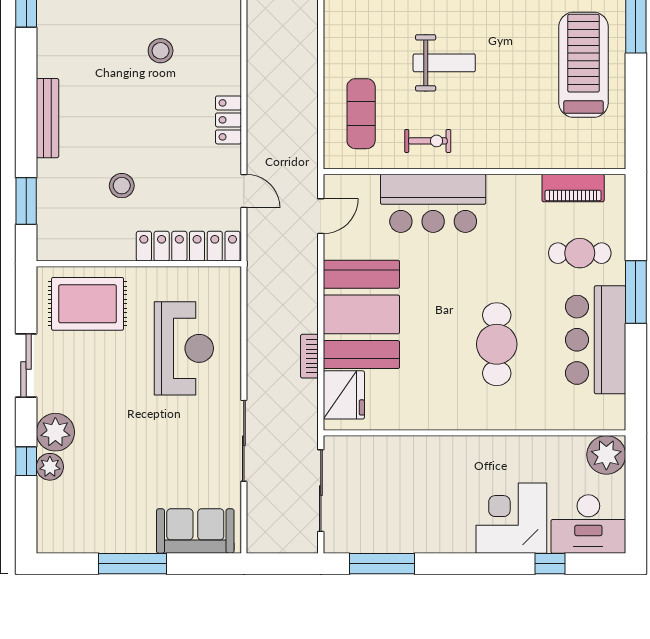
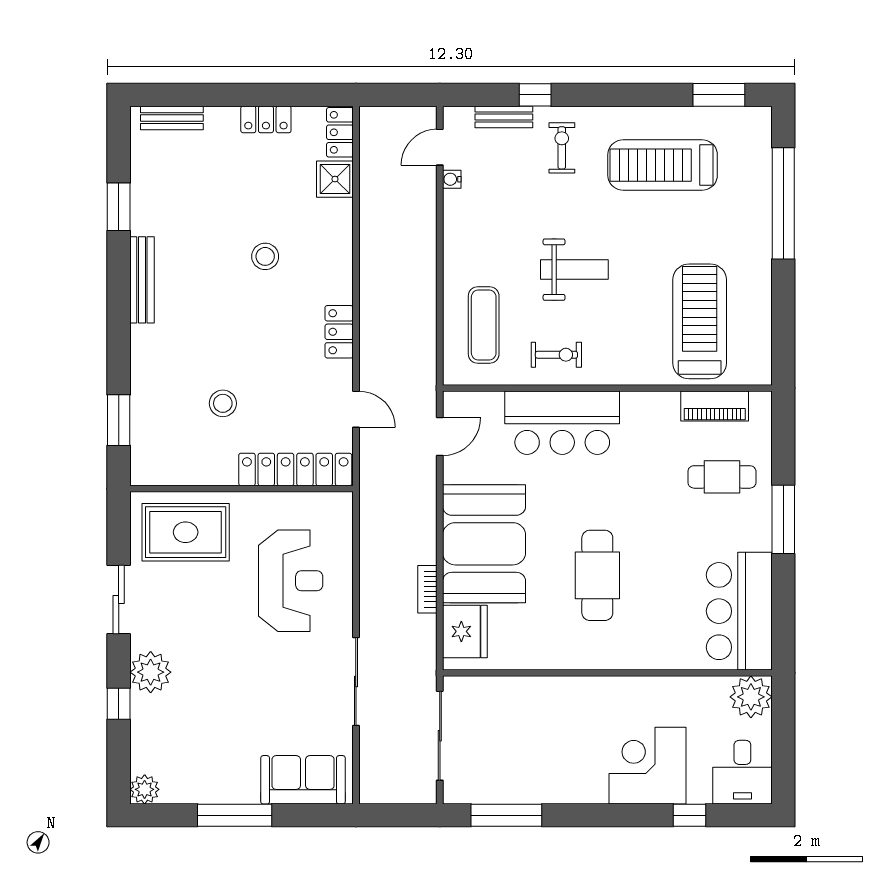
treadmill: (583, 65) -> (700, 321), moved
bench: (47, 118) -> (142, 280), moved
bar counter: (596, 340) -> (739, 611), moved
cafe table: (497, 344) -> (597, 575), moved
plant: (50, 467) -> (145, 789), moved
desk: (588, 524) -> (742, 772), width x0.73

